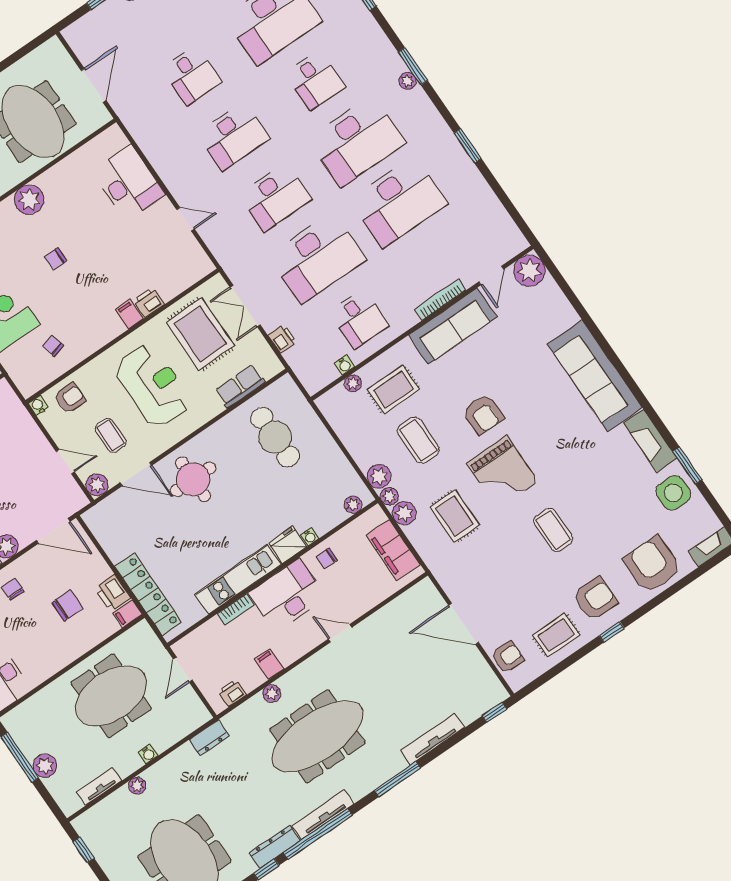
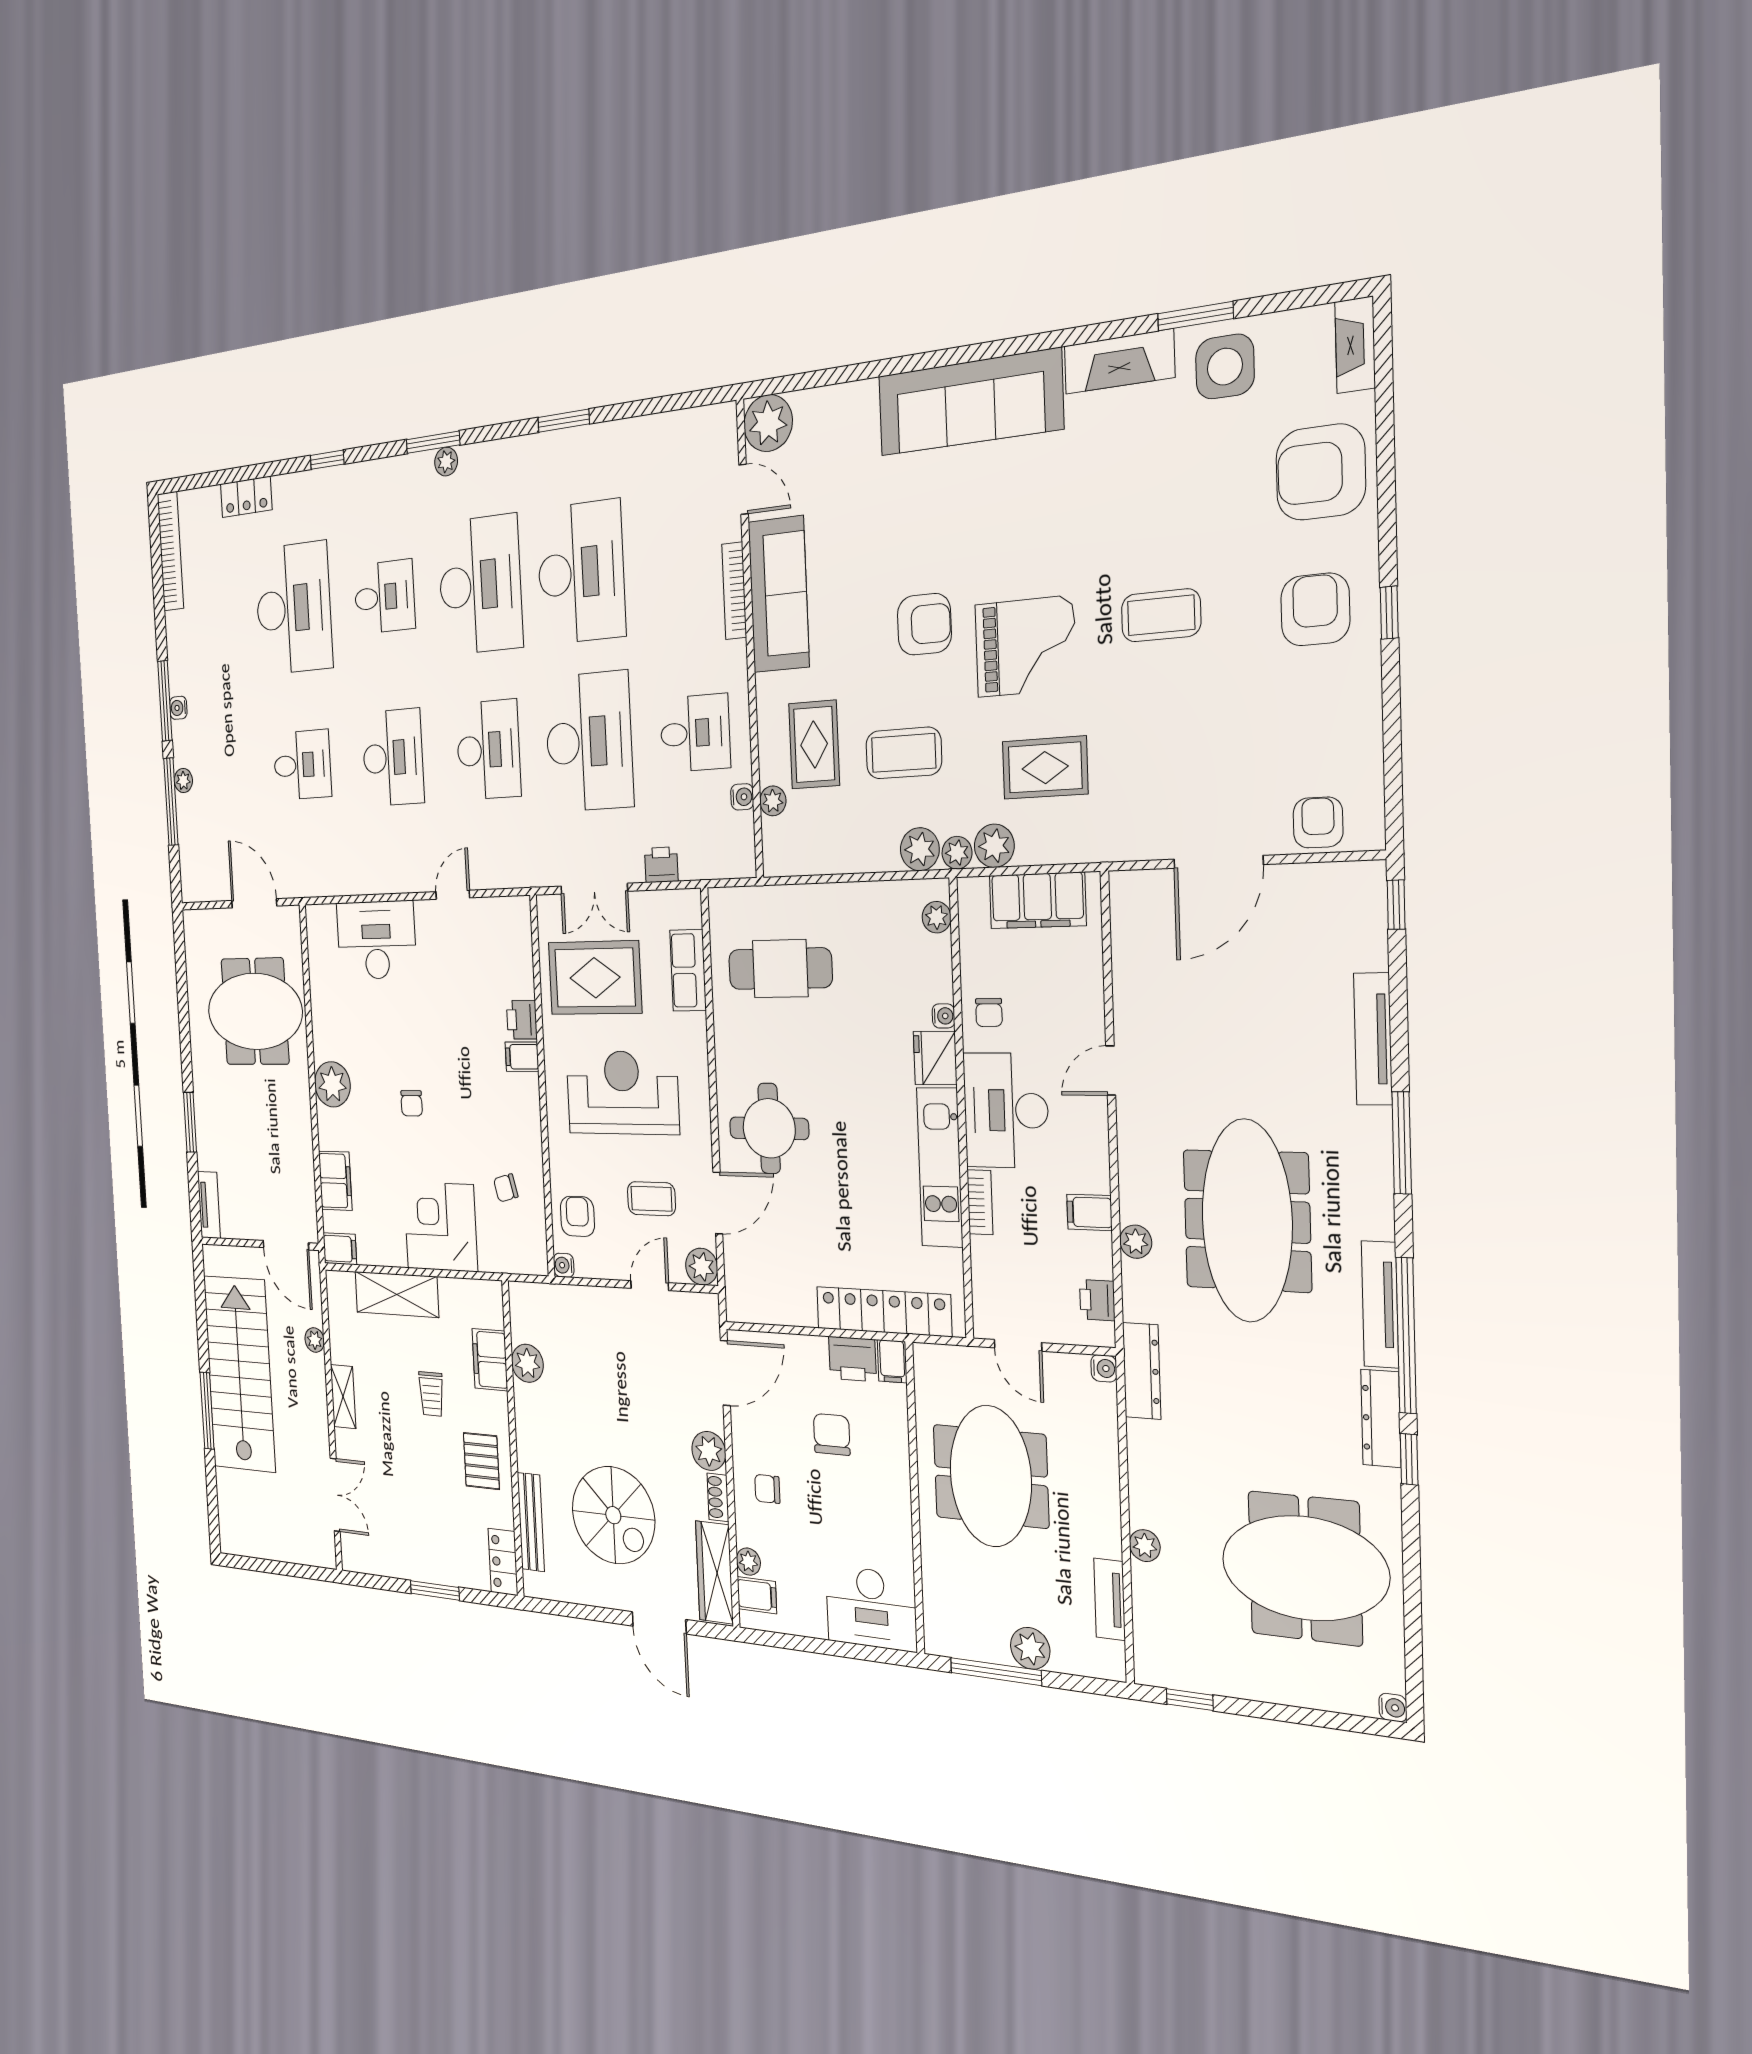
rug: (556, 635) -> (1334, 715), removed
dresser: (209, 738) -> (1142, 1371), width x1.44
water cooler: (148, 754) -> (1104, 1368), moved

